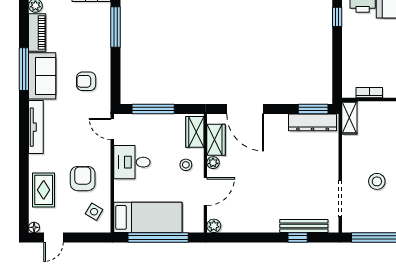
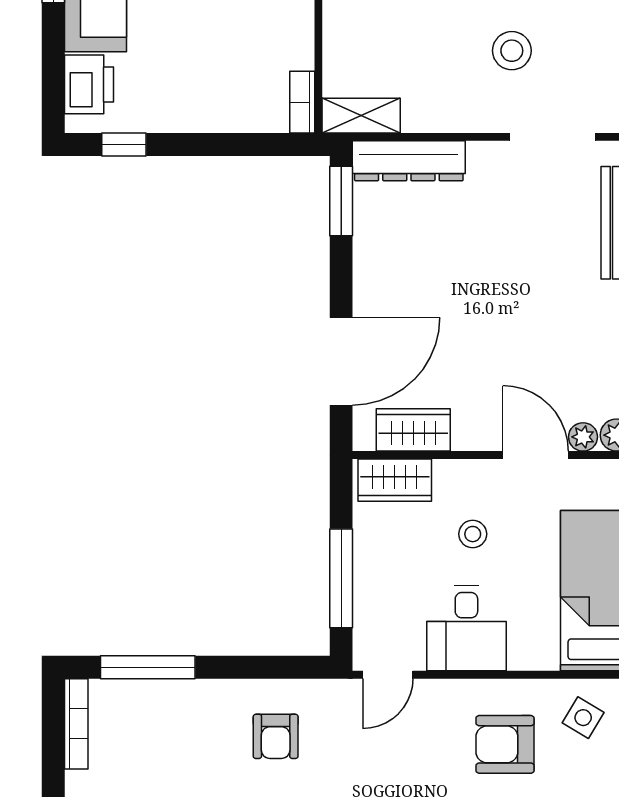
bookcase: (369, 93) -> (302, 102), moved
dresser: (313, 122) -> (409, 161), moved, turned 90
plant: (213, 163) -> (583, 437), moved
stool: (186, 165) -> (473, 534), moved

